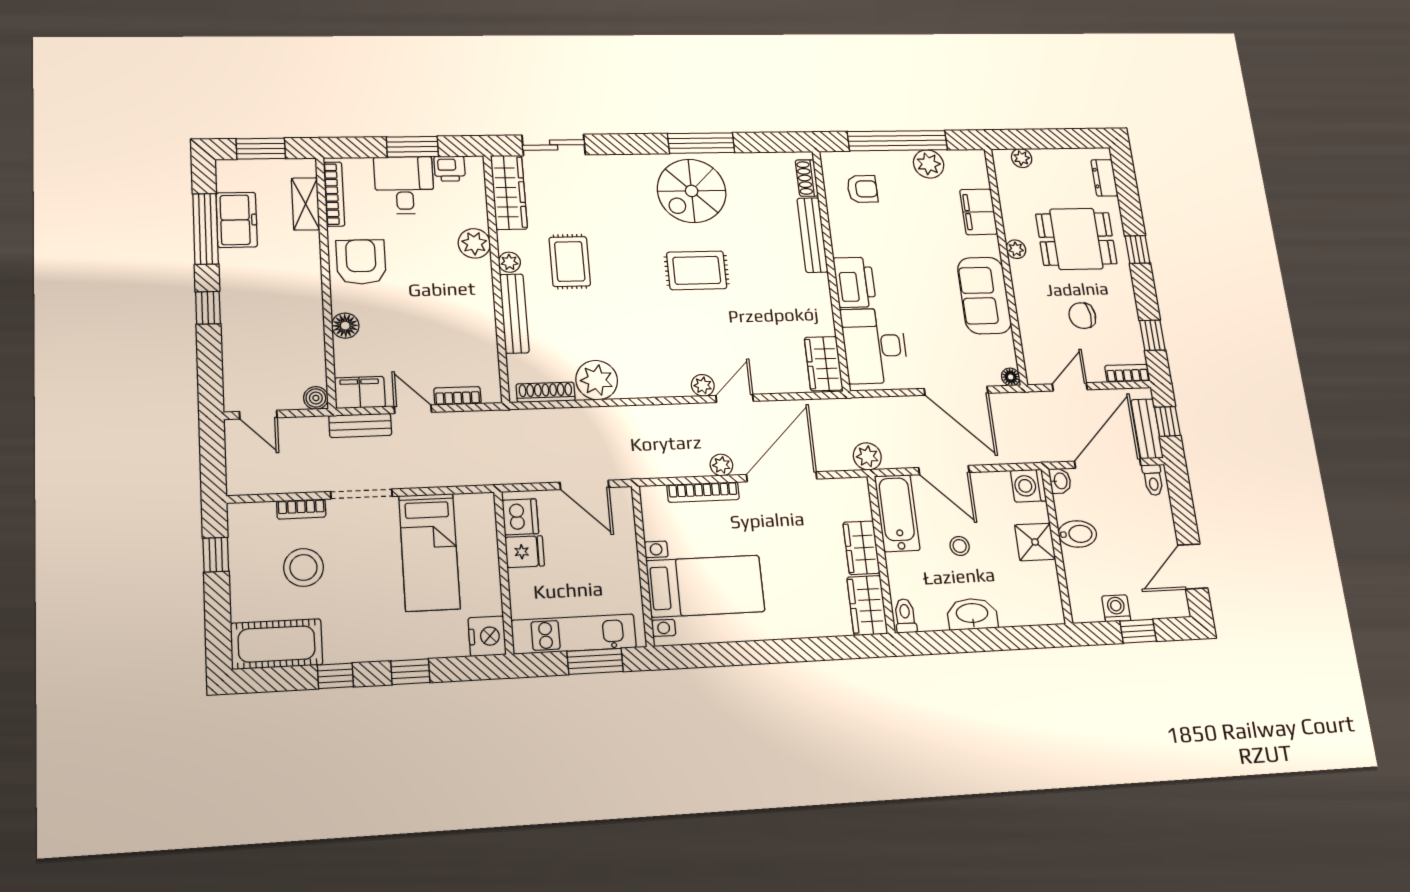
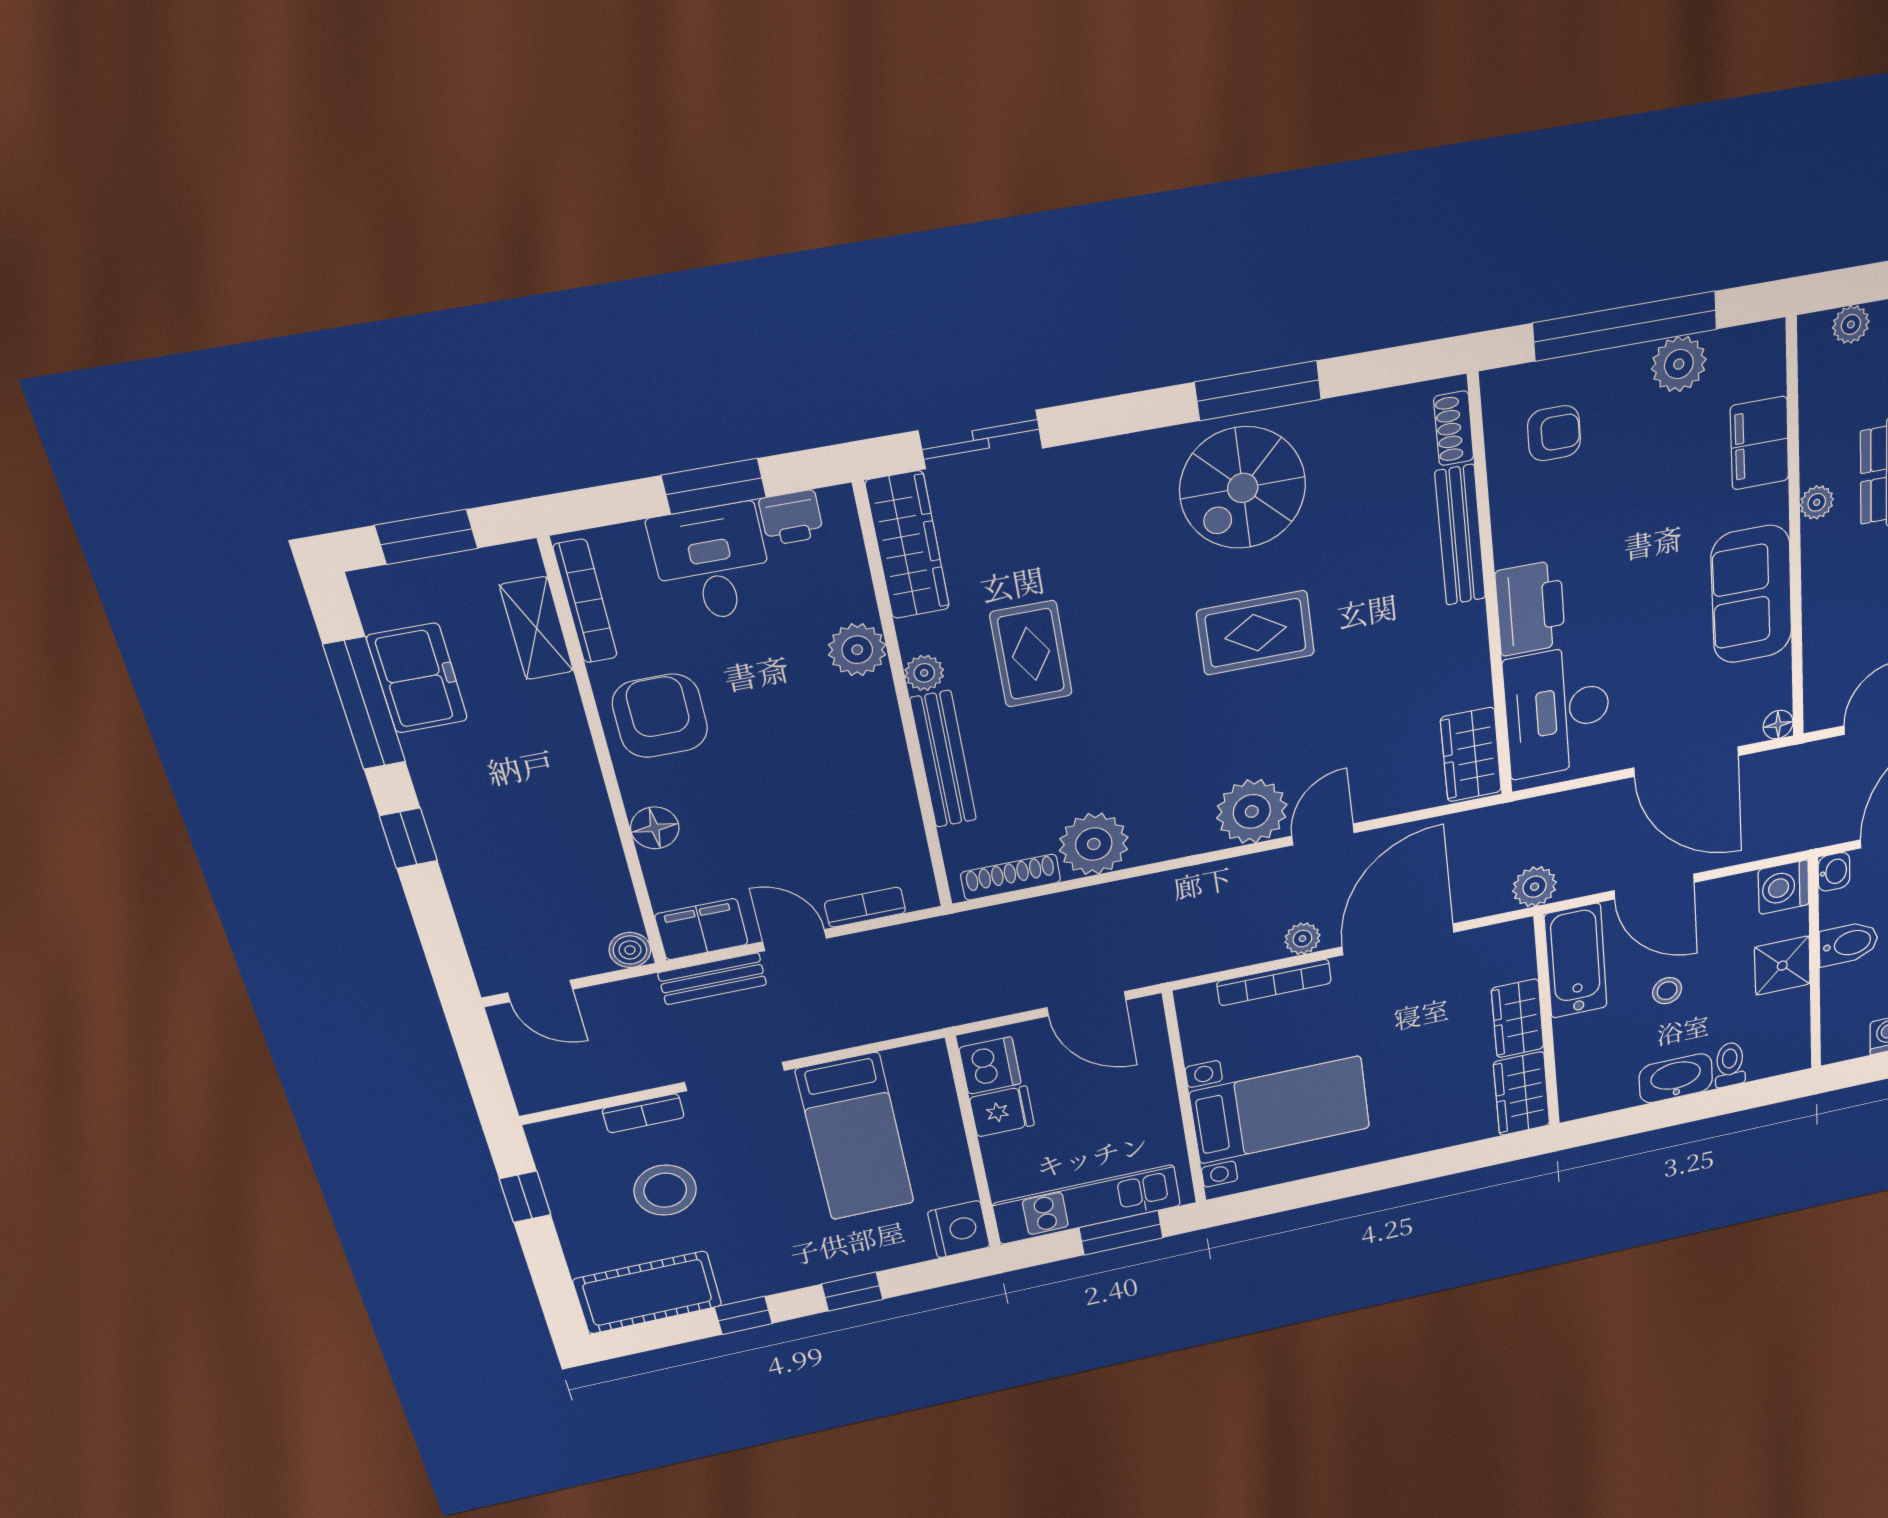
plant: (703, 385) -> (1252, 811), width x1.88, depth x1.88
toilet: (905, 616) -> (1730, 1064), moved

